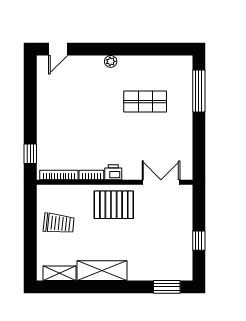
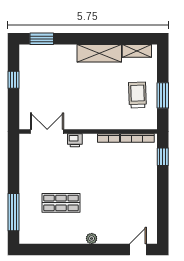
printer: (113, 172) -> (75, 140), moved
double door: (161, 182) -> (47, 132), swing flipped
pallet: (114, 205) -> (89, 112), removed
window: (30, 223) -> (163, 95), added
trolley: (59, 223) -> (138, 95), turned 82

